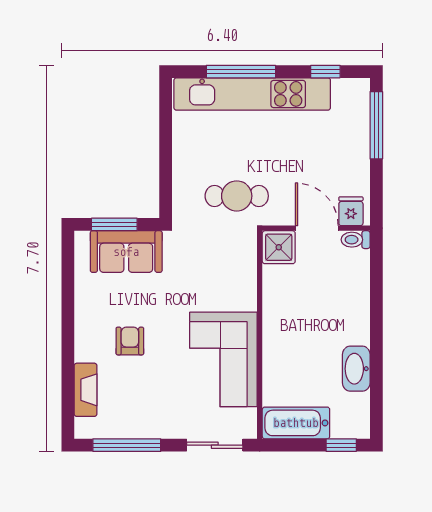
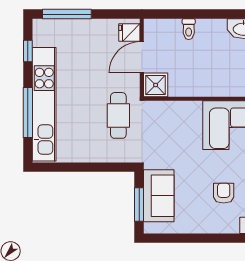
toilet: (356, 240) -> (189, 29), moved
armchair: (130, 341) -> (224, 193), turned 90

